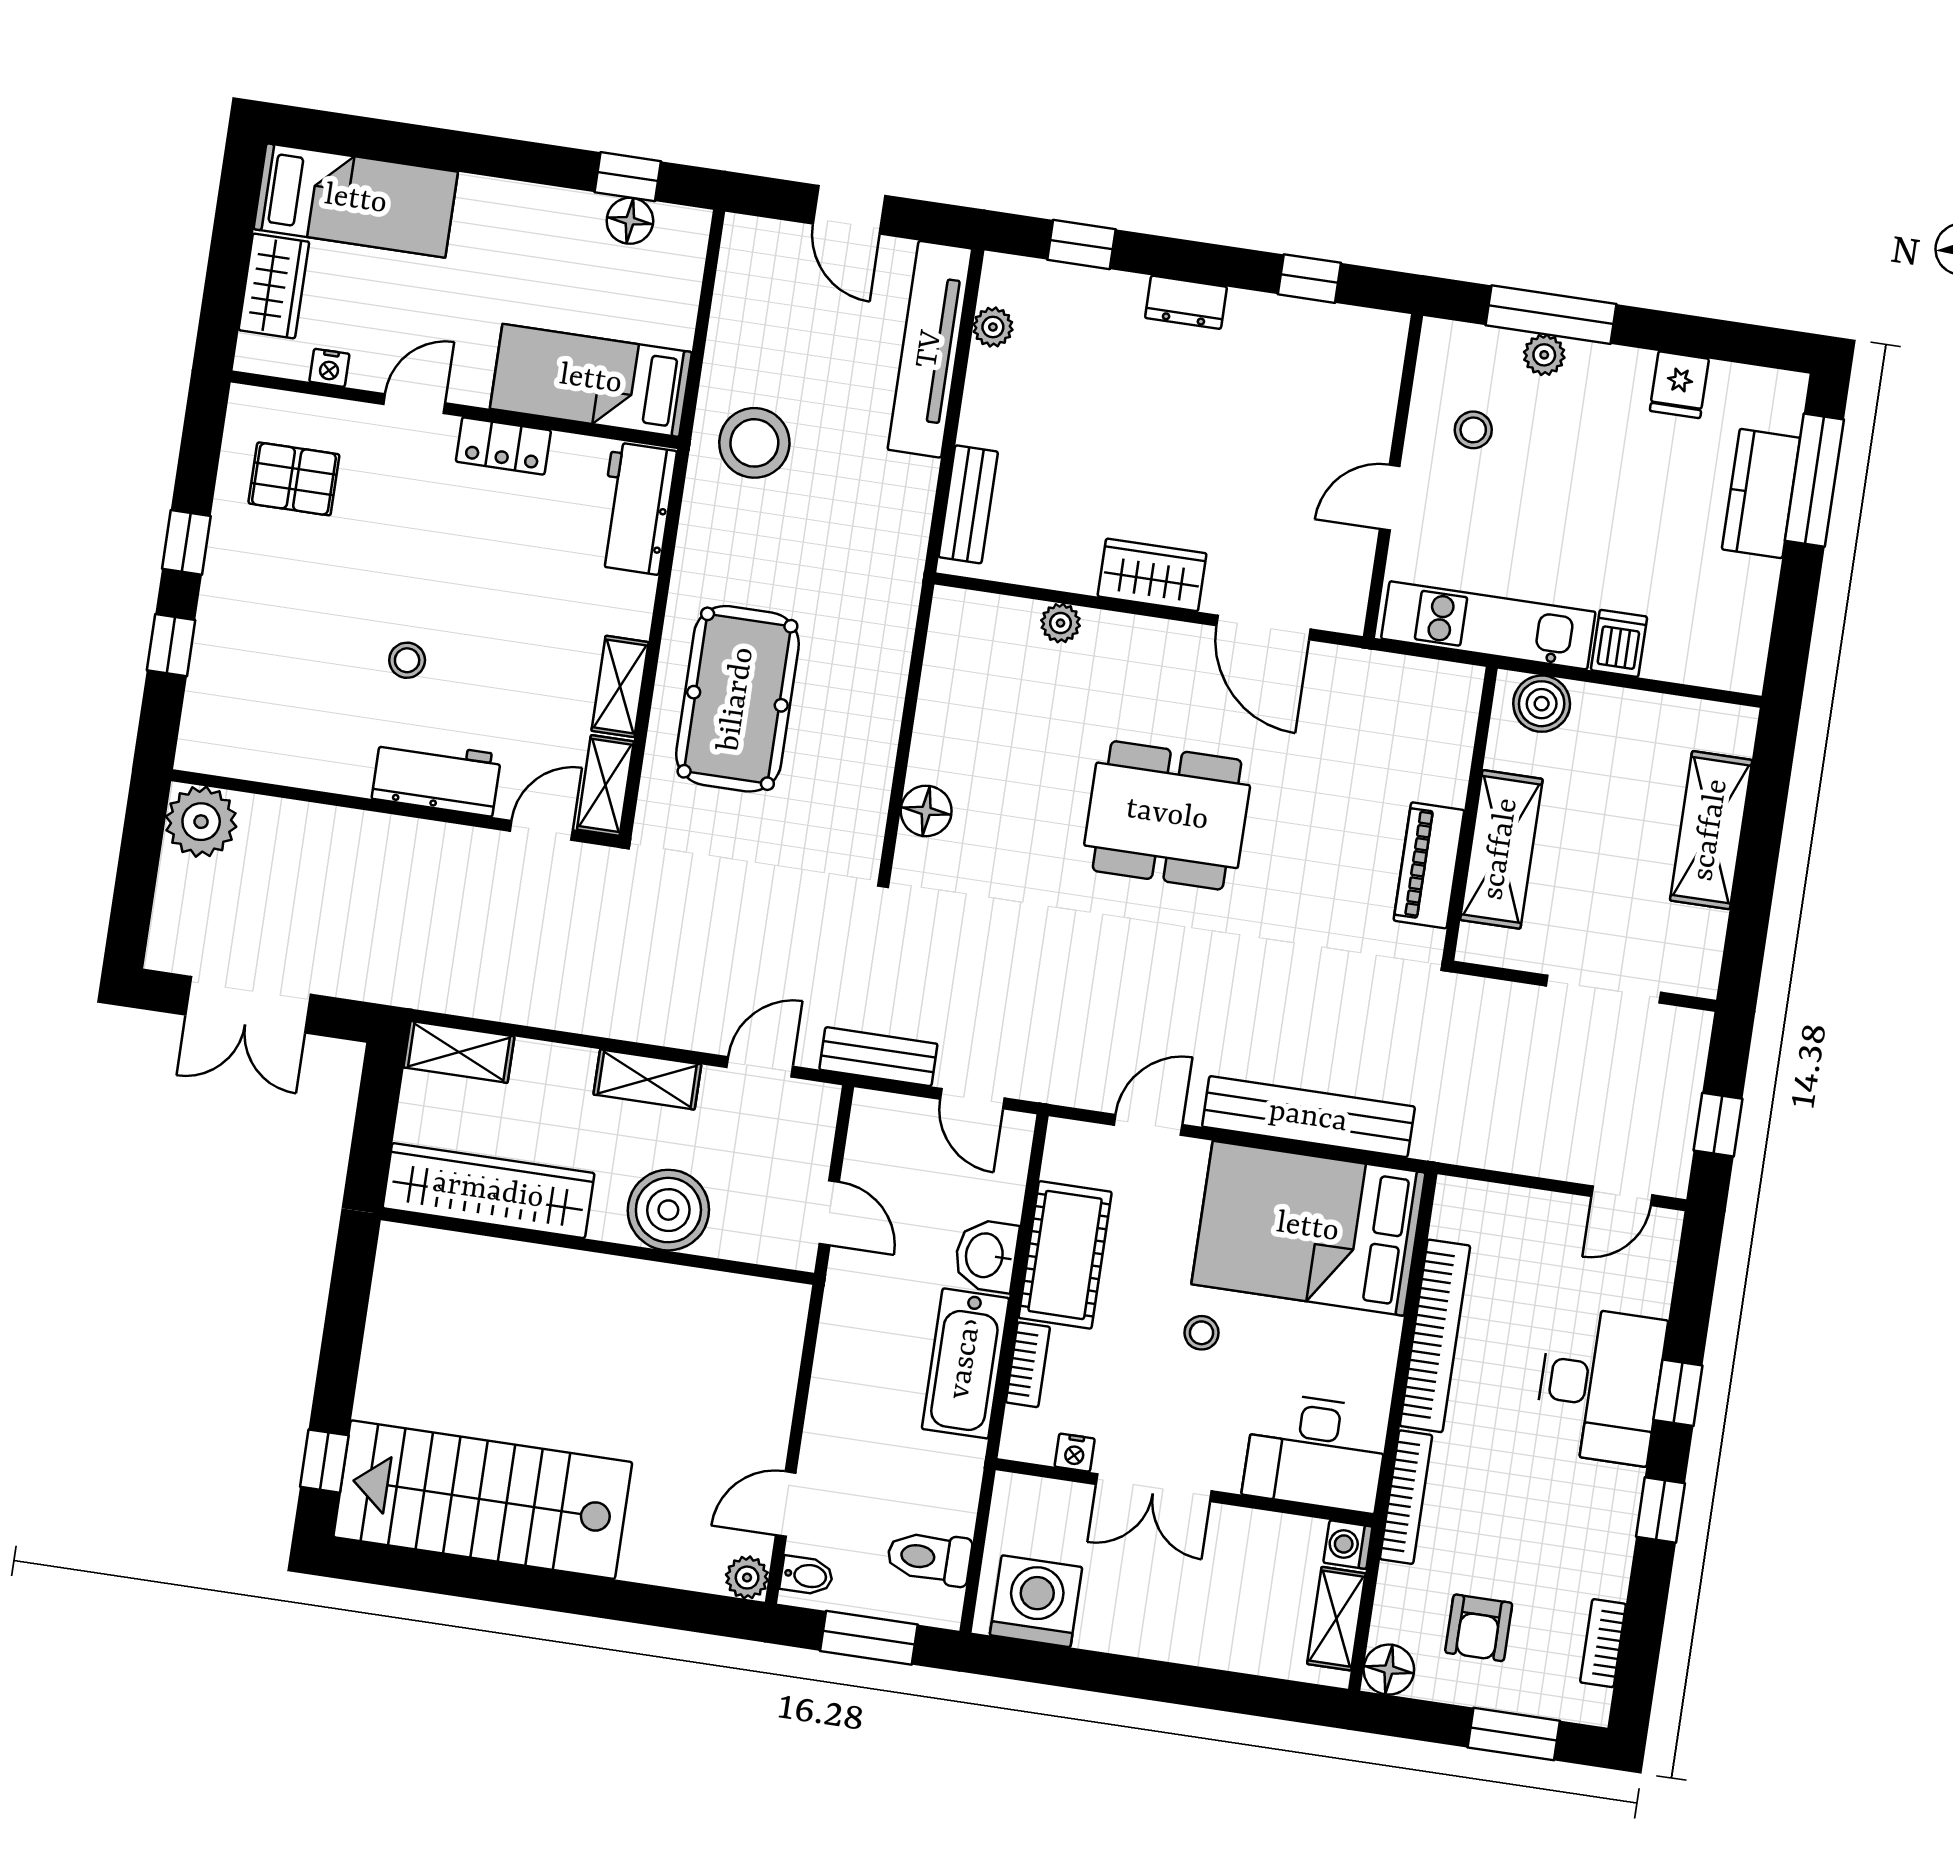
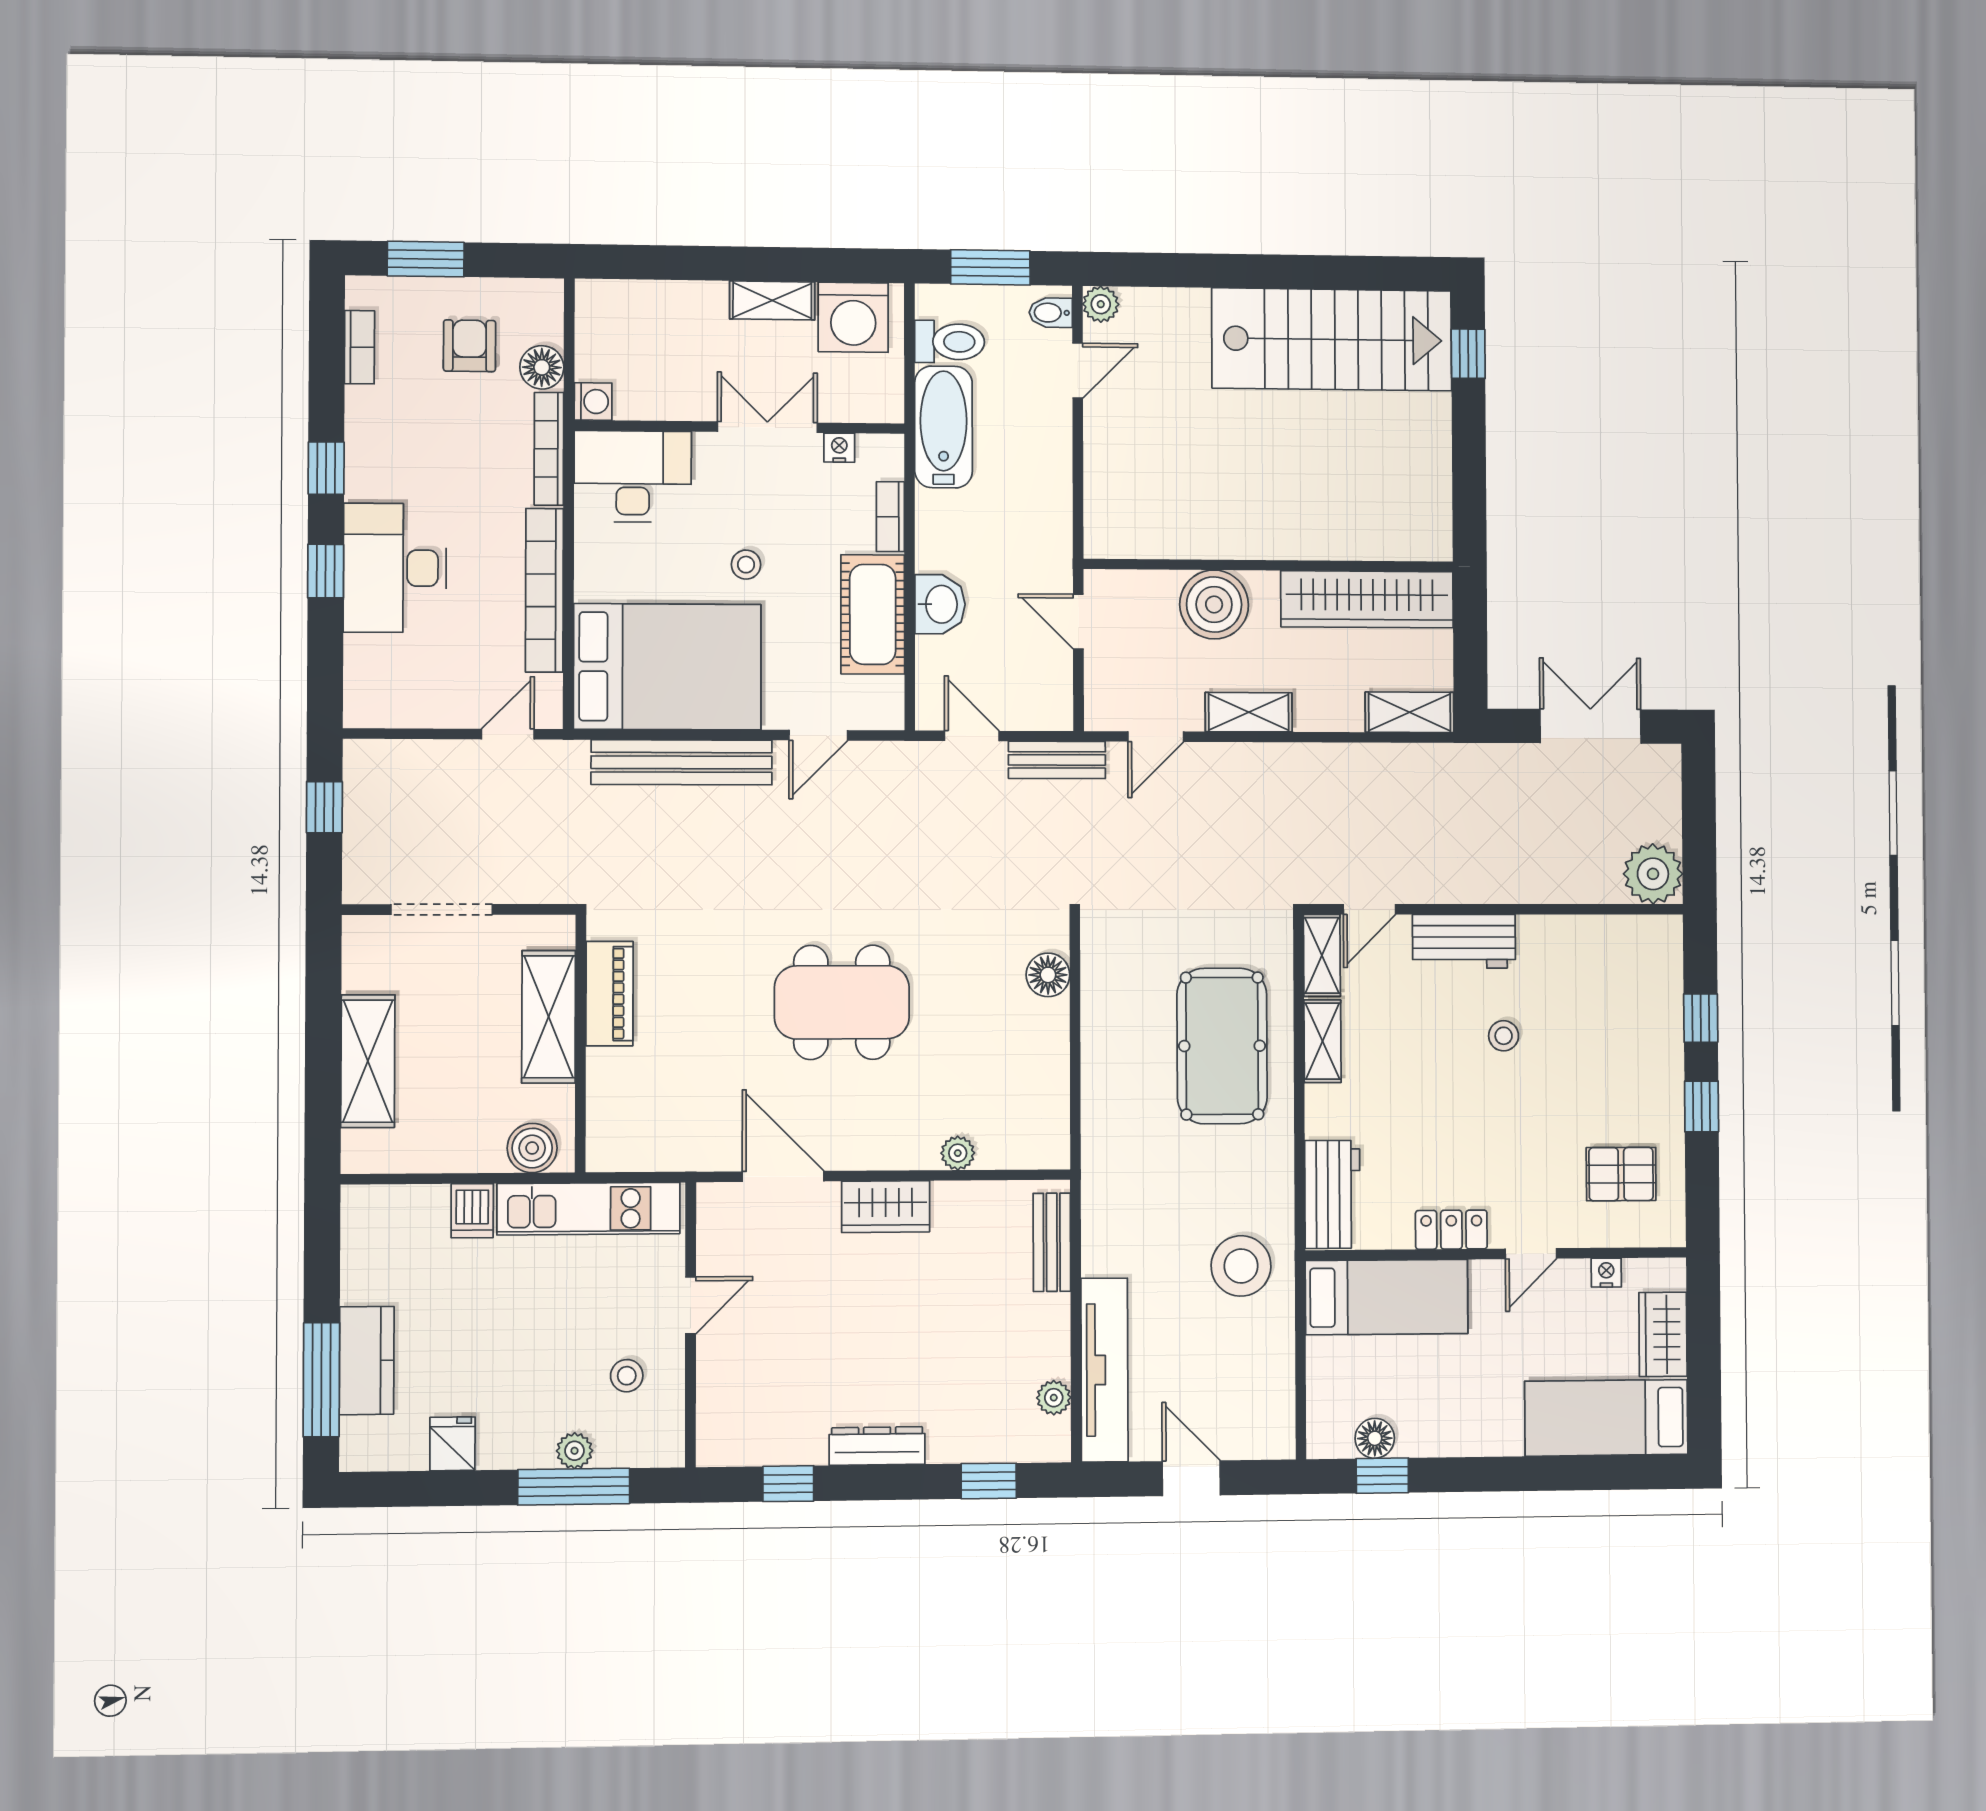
dresser: (1186, 302) -> (877, 1446), width x1.44
door: (1622, 1196) -> (508, 734), moved
bathtub: (965, 1363) -> (944, 427), moved
shelving: (1336, 1619) -> (772, 300), moved, turned 90
floor lamp: (1389, 1670) -> (542, 367), moved

